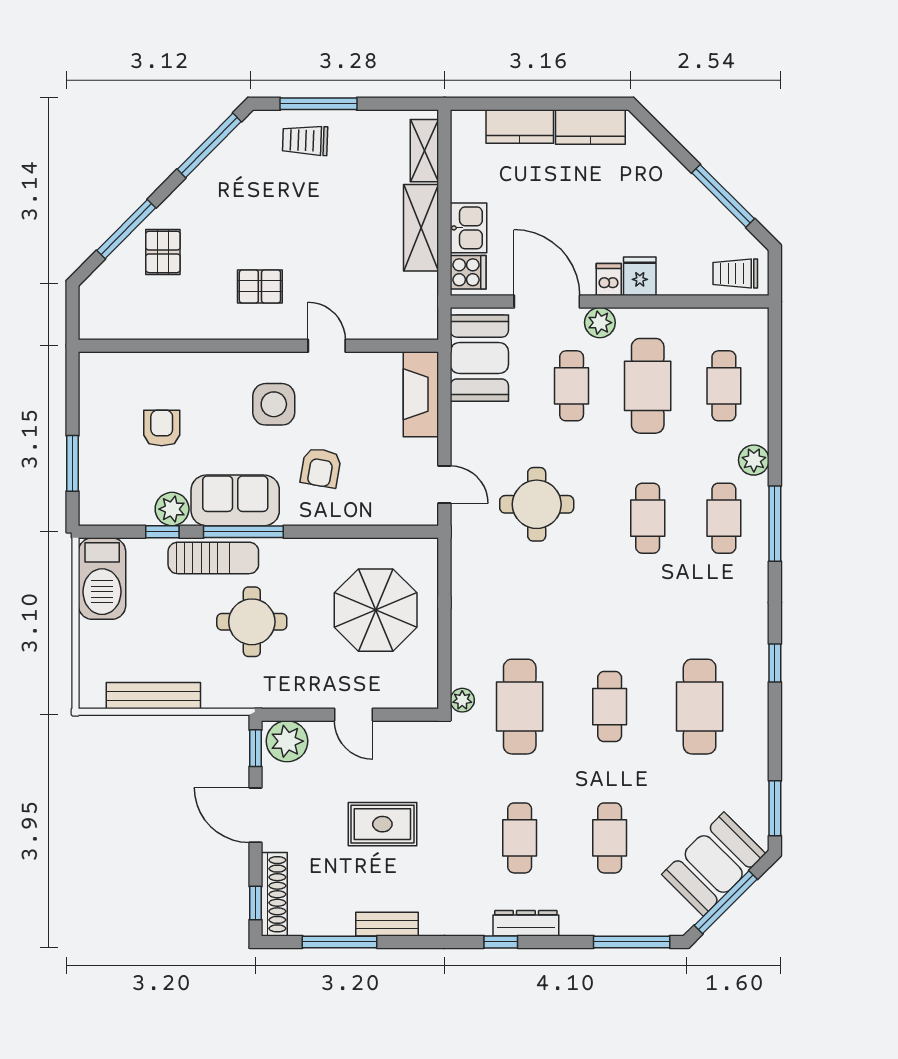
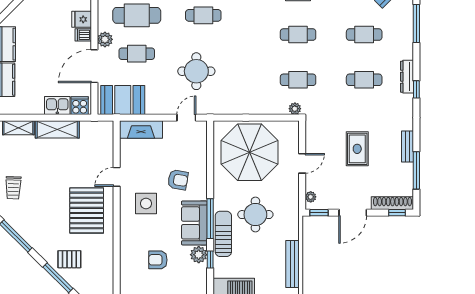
pallet: (260, 286) -> (87, 210), width x2.05, depth x2.00
parasol: (376, 610) -> (250, 152), width x1.36, depth x1.36
cafe table: (520, 707) -> (298, 80), width x0.73, depth x0.74
plant: (287, 741) -> (311, 197), width x0.53, depth x0.53

